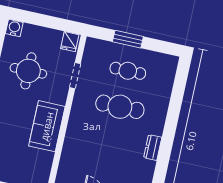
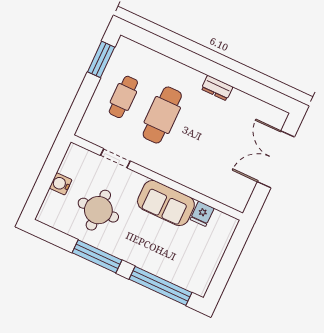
water cooler: (14, 28) -> (61, 184), moved
window: (128, 39) -> (101, 59), moved
fridge: (70, 42) -> (202, 214), moved, turned 90

